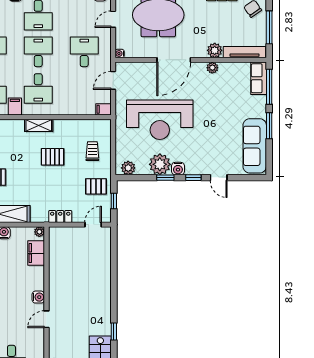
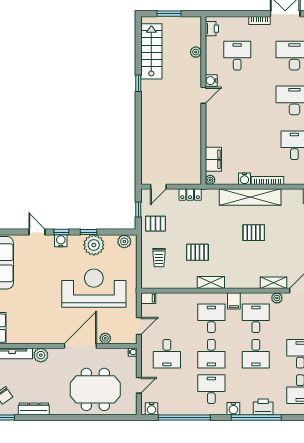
plant: (212, 68) -> (105, 338), moved
water cooler: (178, 169) -> (61, 241), moved
water cooler: (38, 297) -> (211, 81), moved

